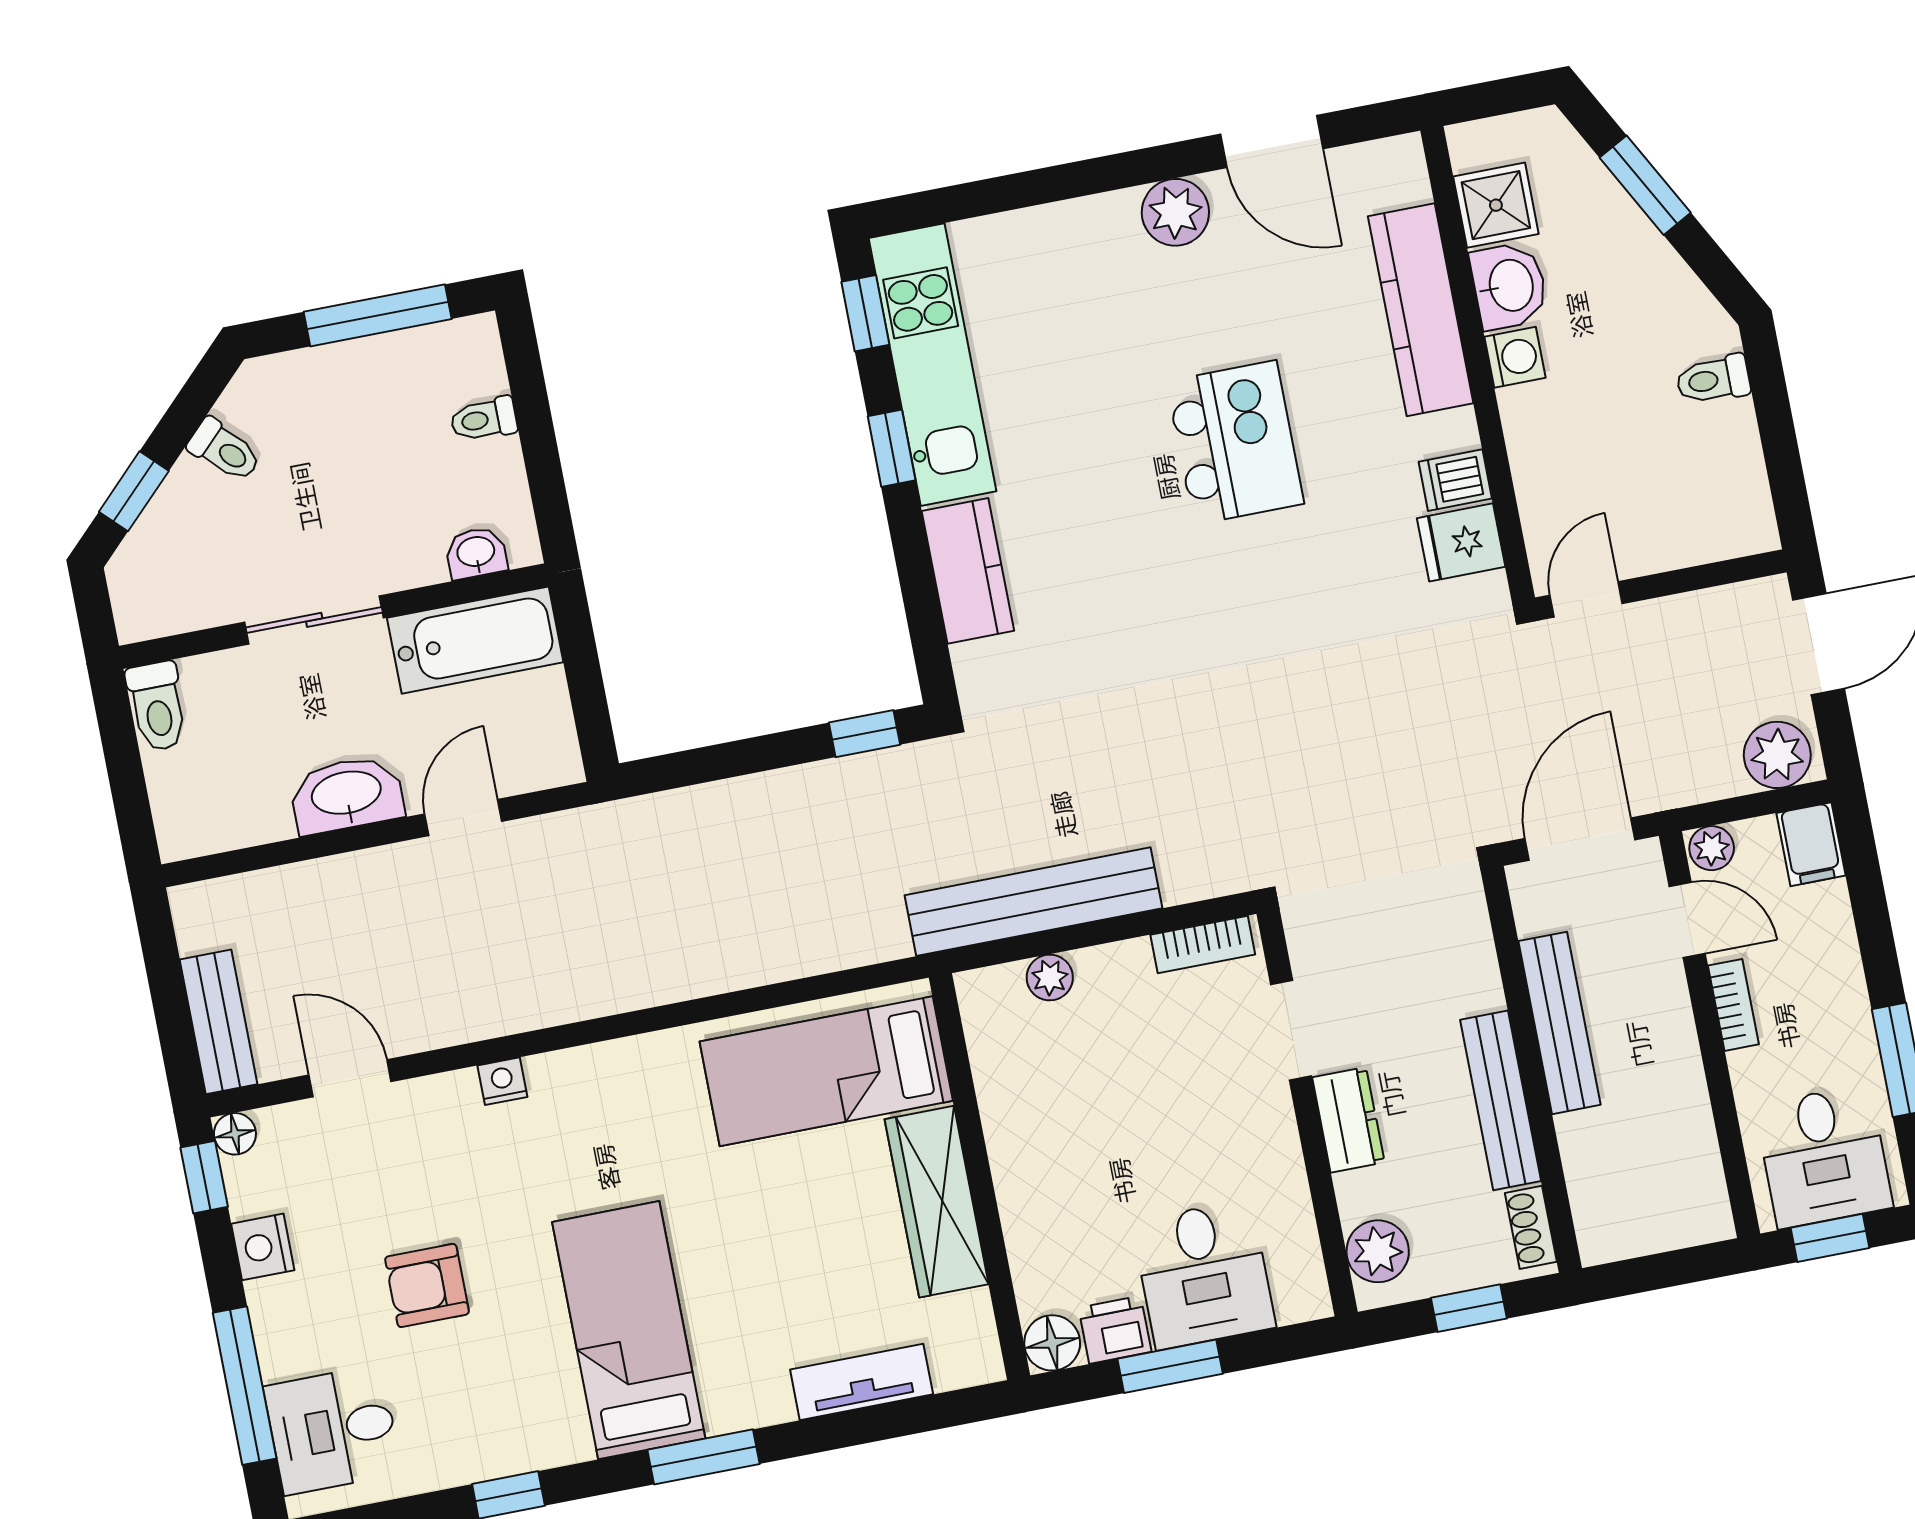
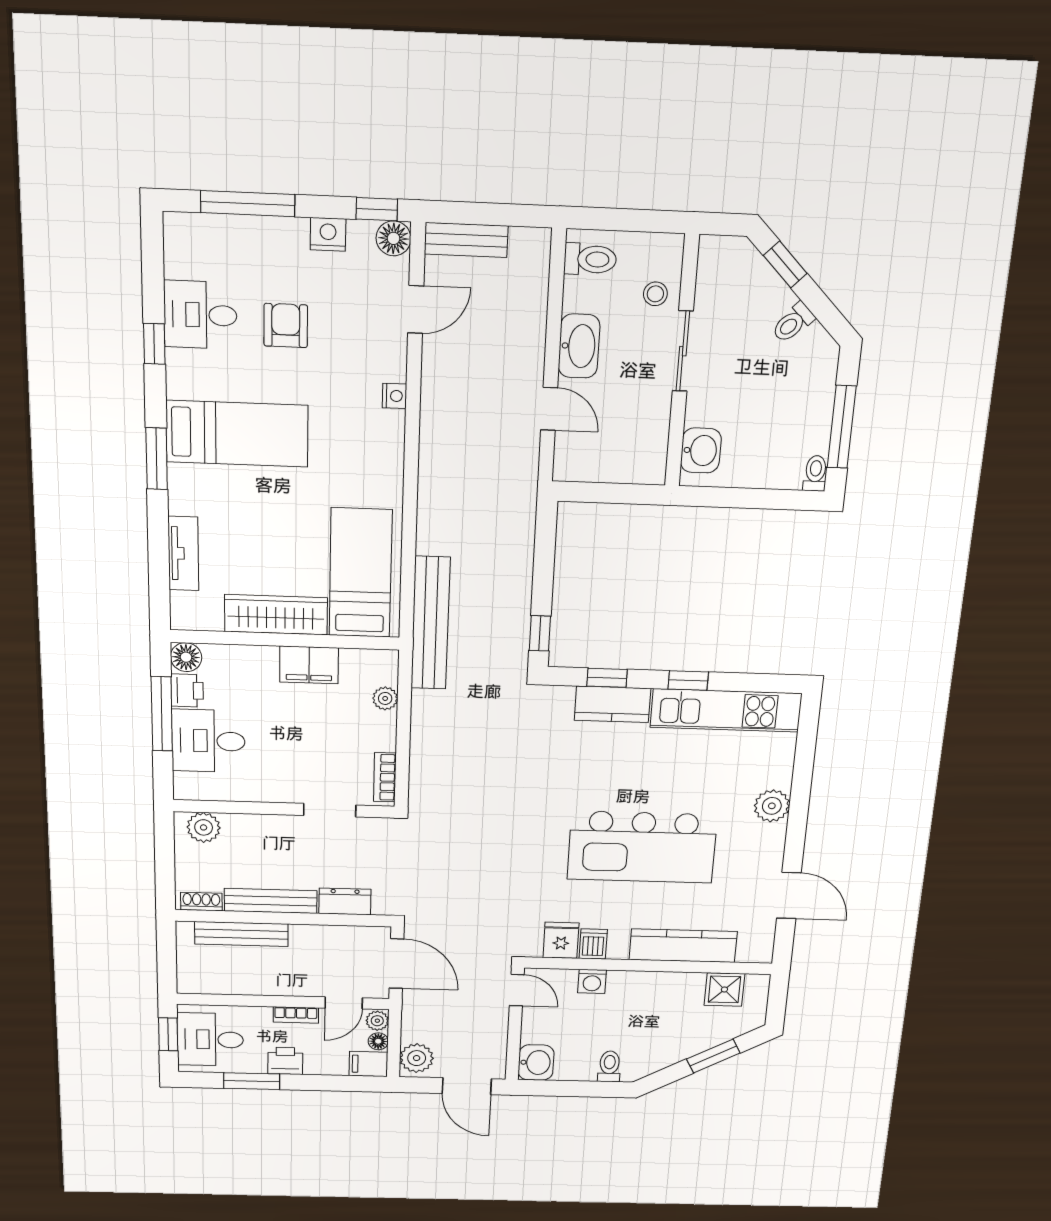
door: (1272, 142) -> (789, 896), swing flipped
plant: (1175, 212) -> (772, 806), moved
washbasin: (1509, 286) -> (536, 1063), moved, turned -90
window: (865, 313) -> (607, 678), moved
washing machine: (1515, 357) -> (592, 981), moved
toilet: (484, 419) -> (815, 473), moved
kitchen island: (1235, 443) -> (642, 847), width x1.87, depth x1.28
washbasin: (476, 553) -> (701, 450), width x1.38, depth x1.45
bathtub: (475, 640) -> (647, 439), removed
stool: (232, 691) -> (655, 294), added
toilet: (157, 706) -> (590, 259), moved, turned 180
floor lamp: (1756, 836) -> (378, 1041), added
bench: (1033, 902) -> (430, 623), moved
printer: (1839, 1005) -> (285, 1061), added
bench: (1559, 1023) -> (241, 934), moved
dresser: (1348, 1120) -> (345, 901), moved, turned 180
filing cabinet: (1017, 1125) -> (309, 665), added
floor lamp: (235, 1134) -> (394, 238), width x1.37, depth x1.37
window: (1469, 1308) -> (165, 864), removed
window: (1170, 1366) -> (162, 714), width x1.44
desk: (333, 1430) -> (200, 315), moved, turned -90

